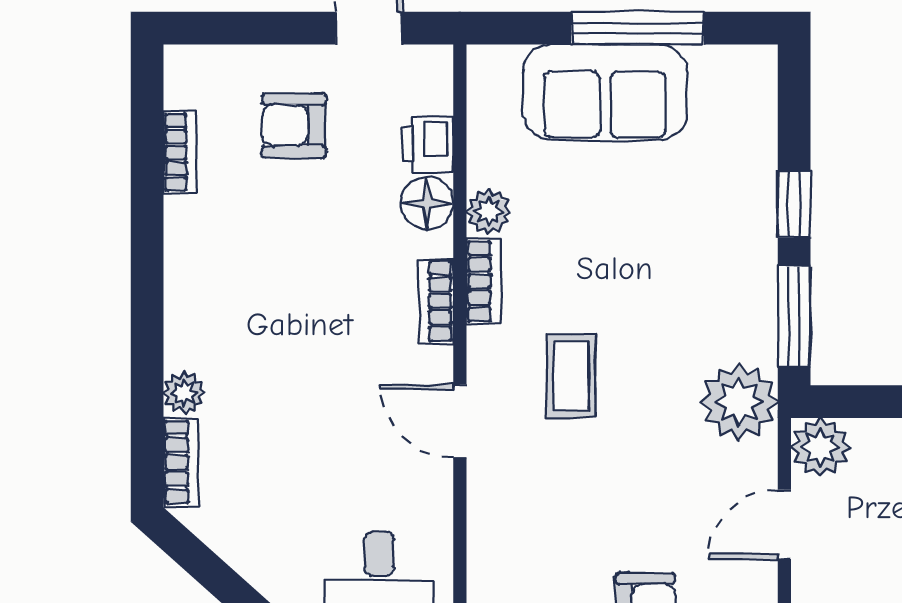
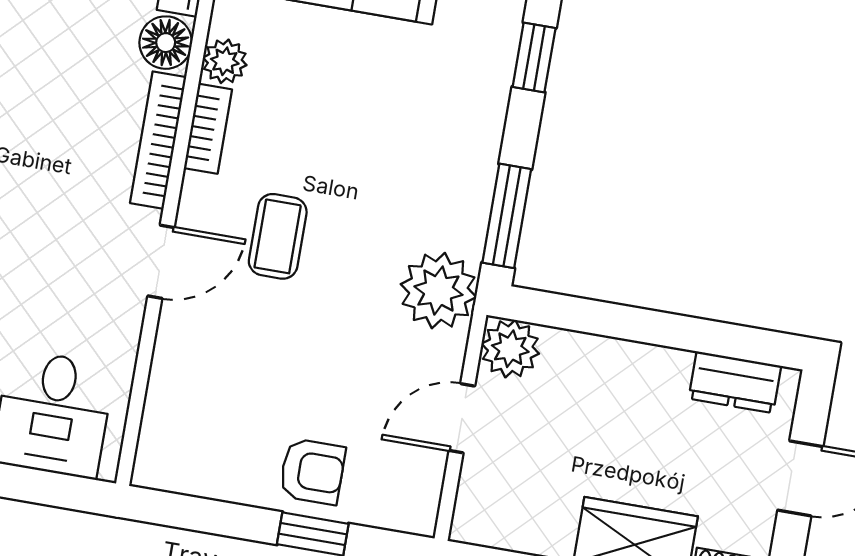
window: (794, 205) -> (534, 57), moved
bookcase: (436, 301) -> (158, 140), width x1.56
door: (460, 421) -> (161, 262), swing flipped

